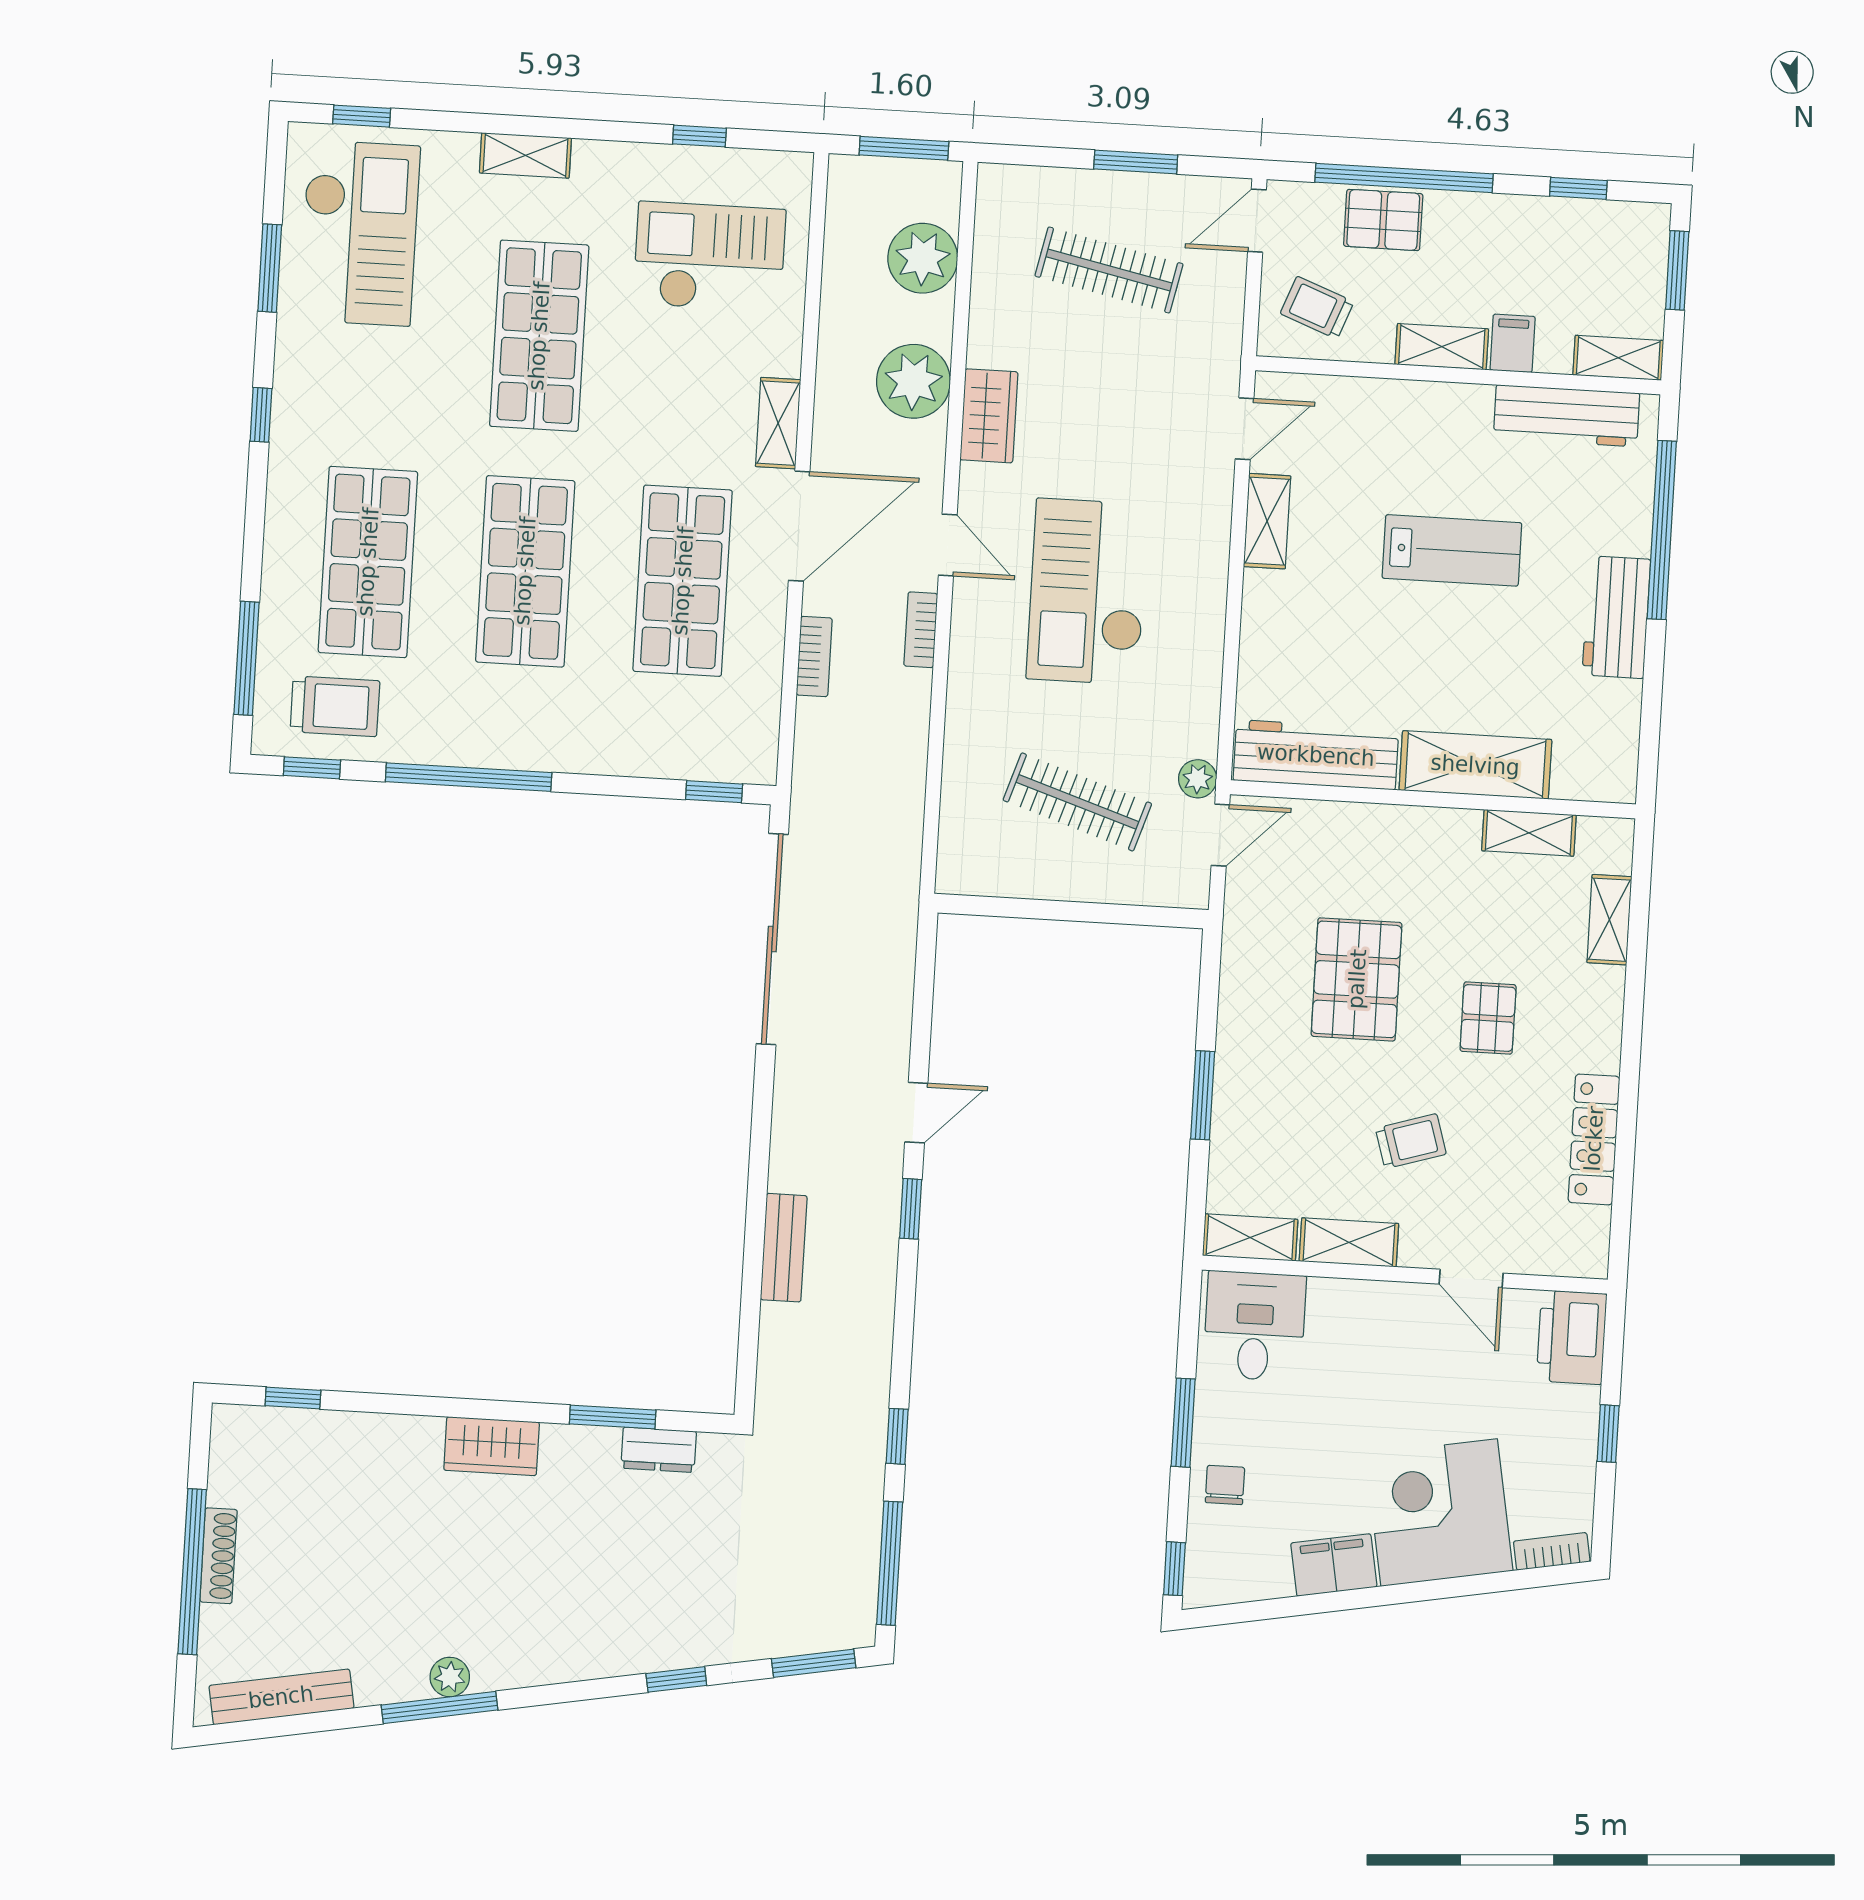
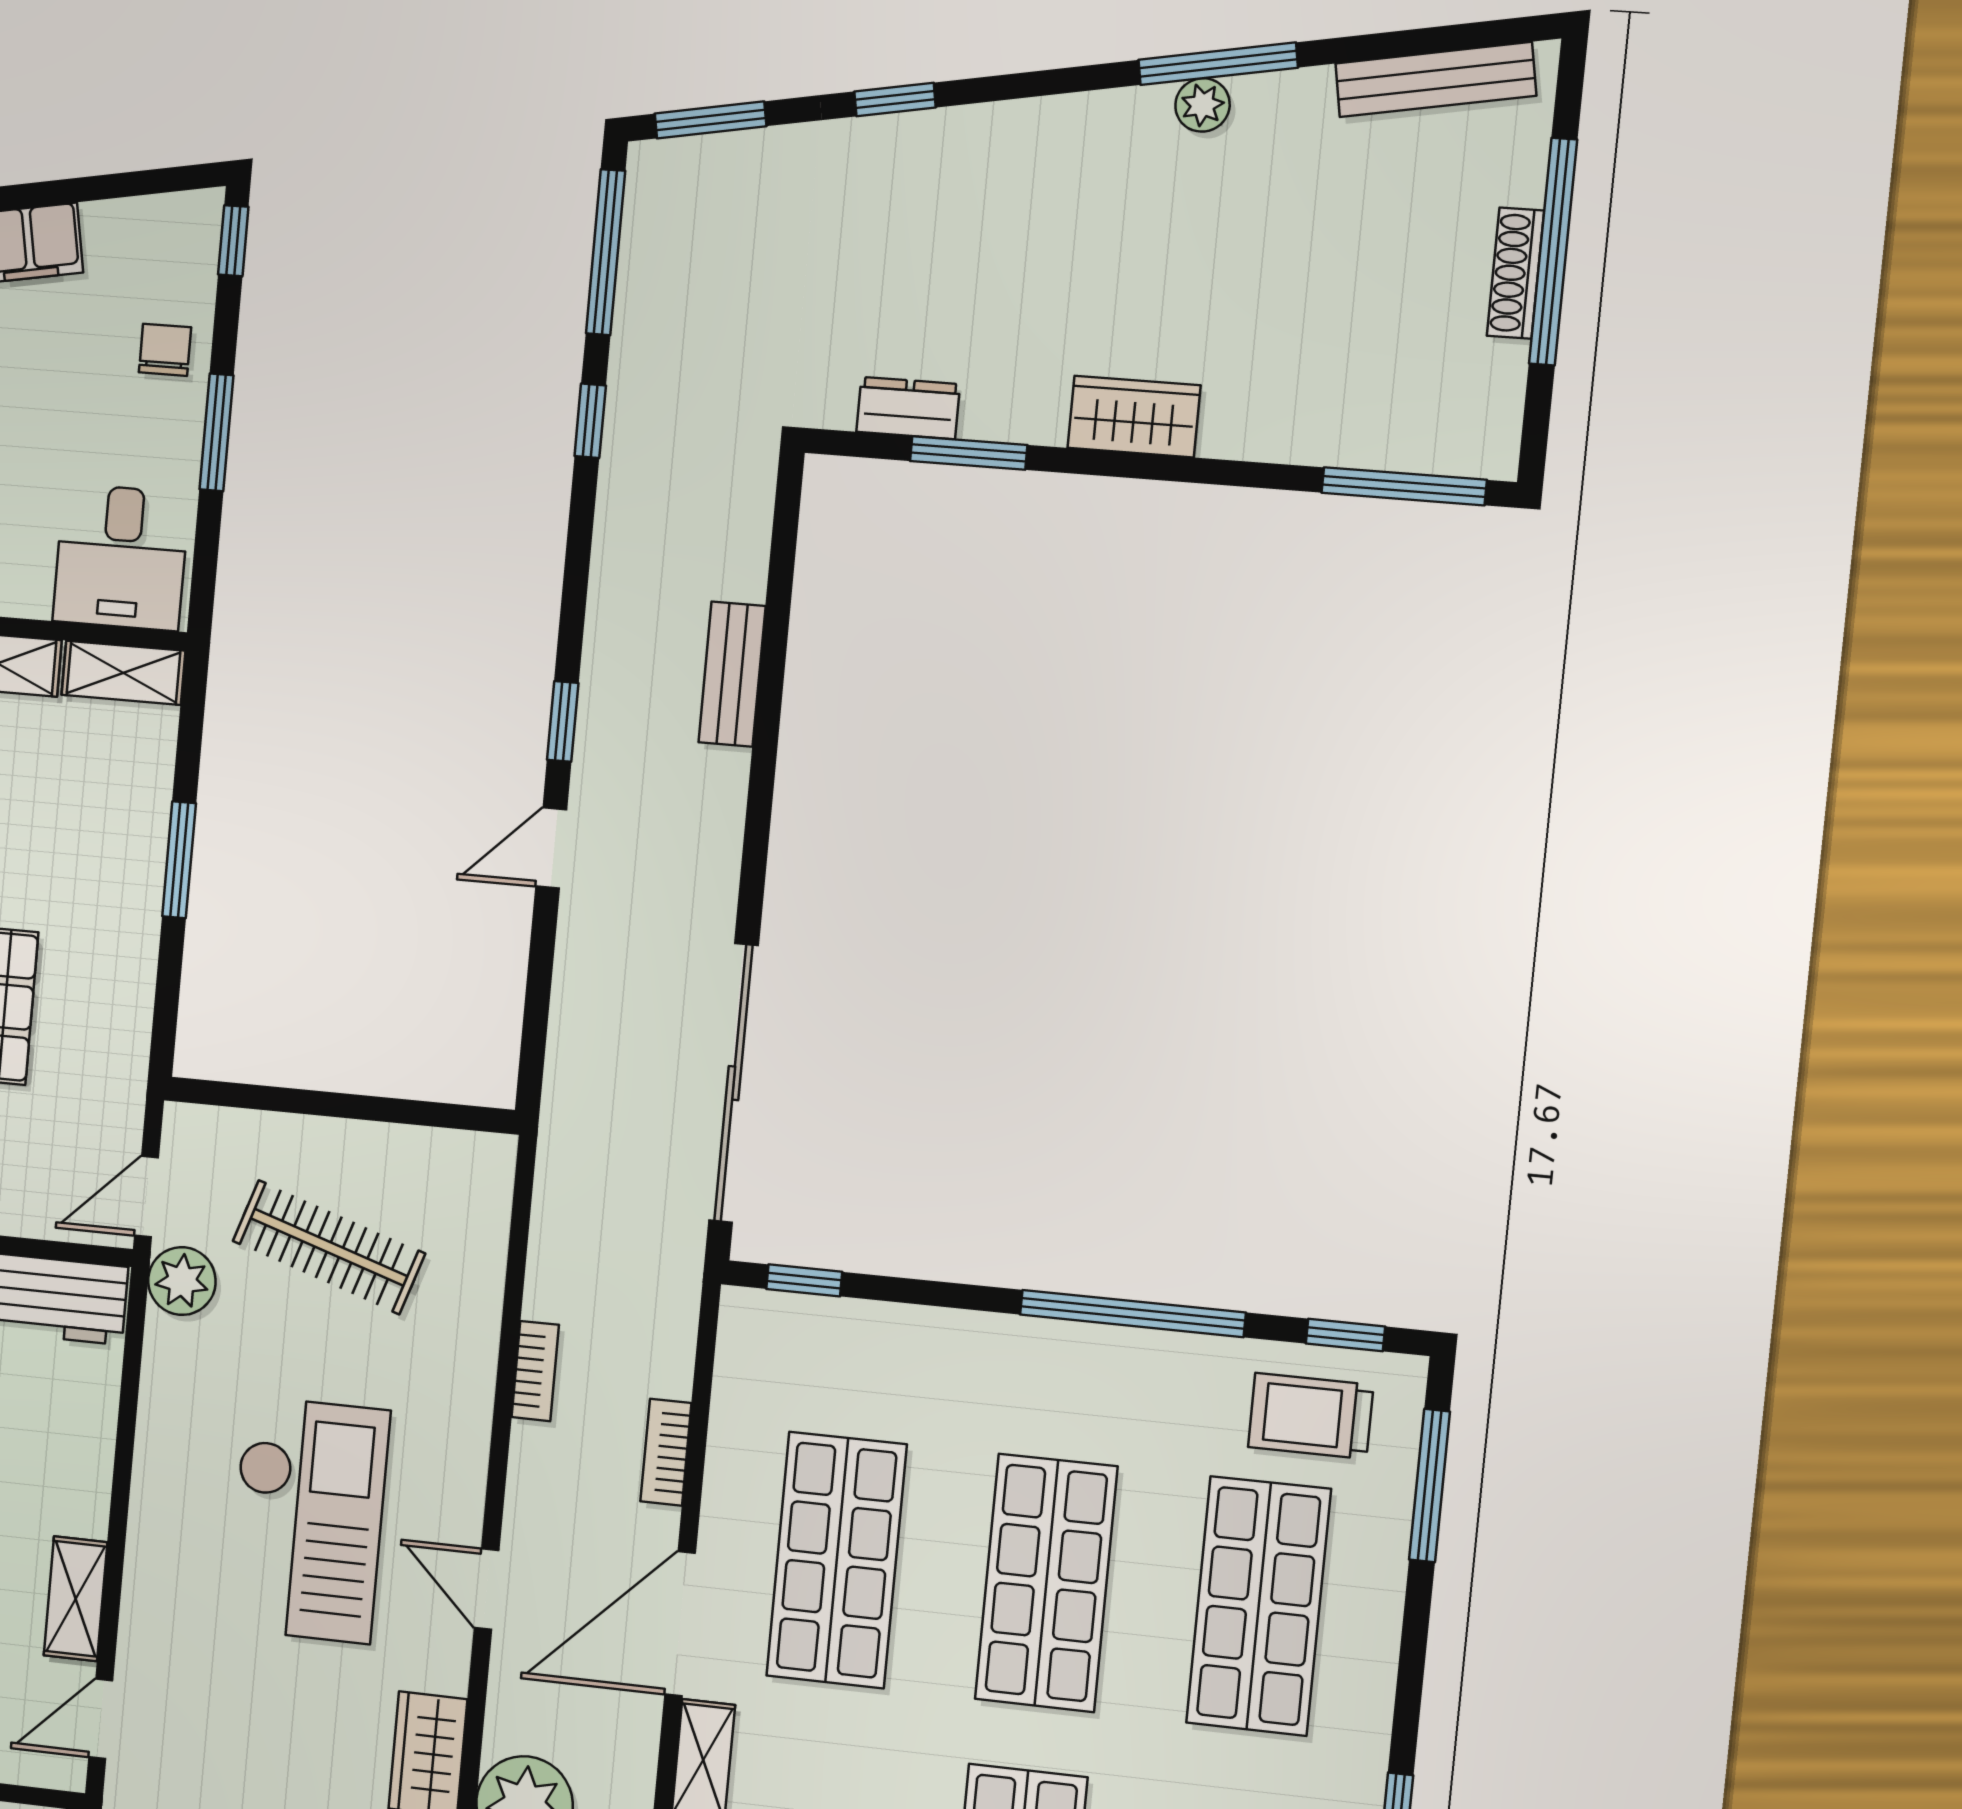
bookcase: (921, 630) -> (535, 1371), moved
plant: (1198, 779) -> (182, 1281), width x1.38, depth x1.38
window: (293, 1398) -> (1404, 486), width x2.17
chair: (1225, 1485) -> (165, 350), turned 180

